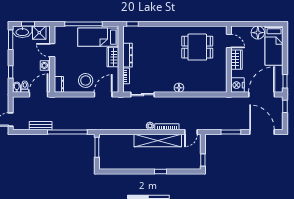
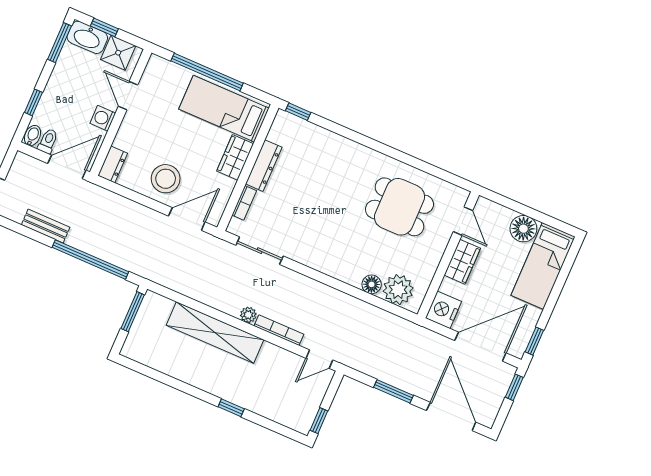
plant: (213, 85) -> (398, 290), added
floor lamp: (179, 88) -> (372, 284), moved
shelving: (158, 140) -> (215, 332), moved

